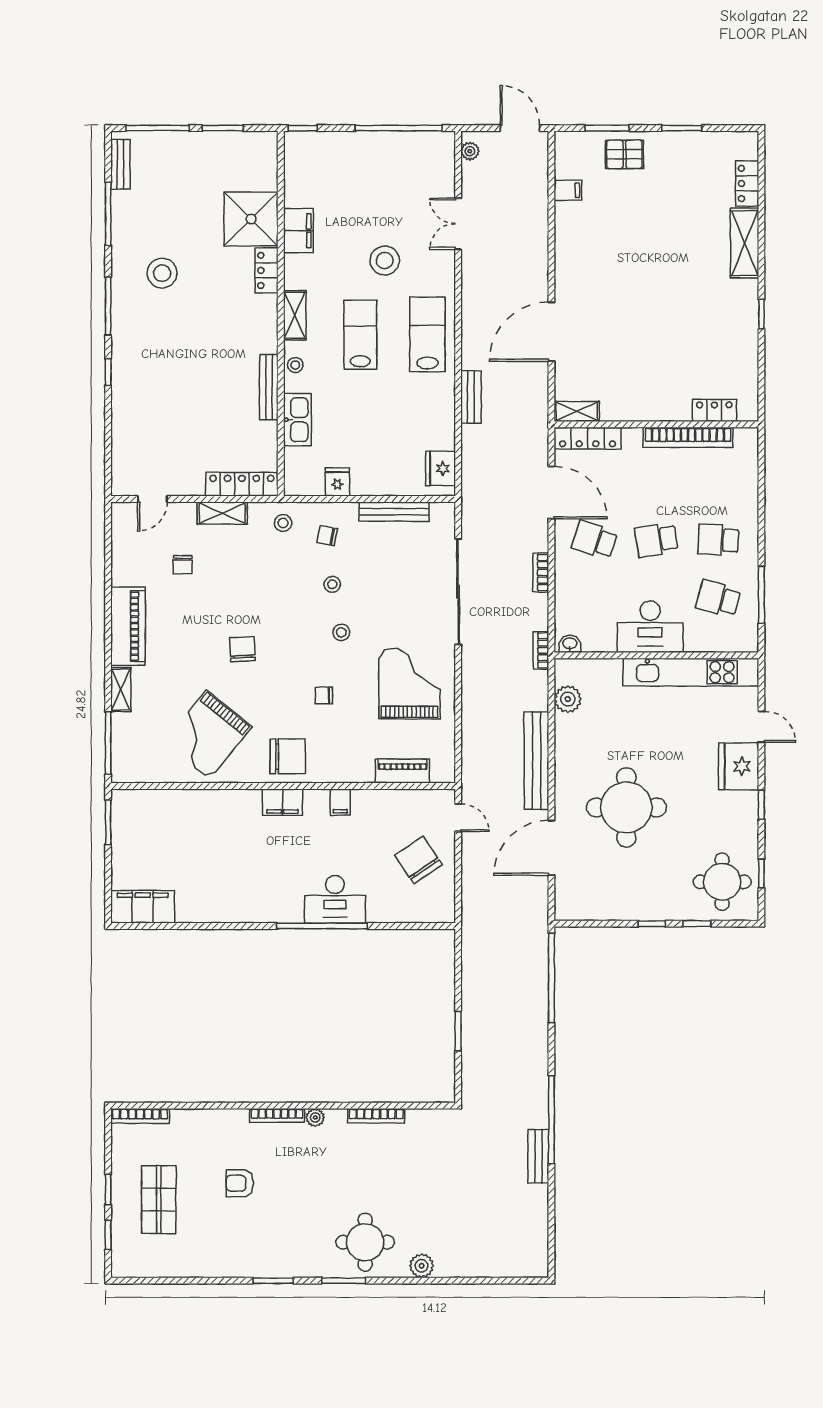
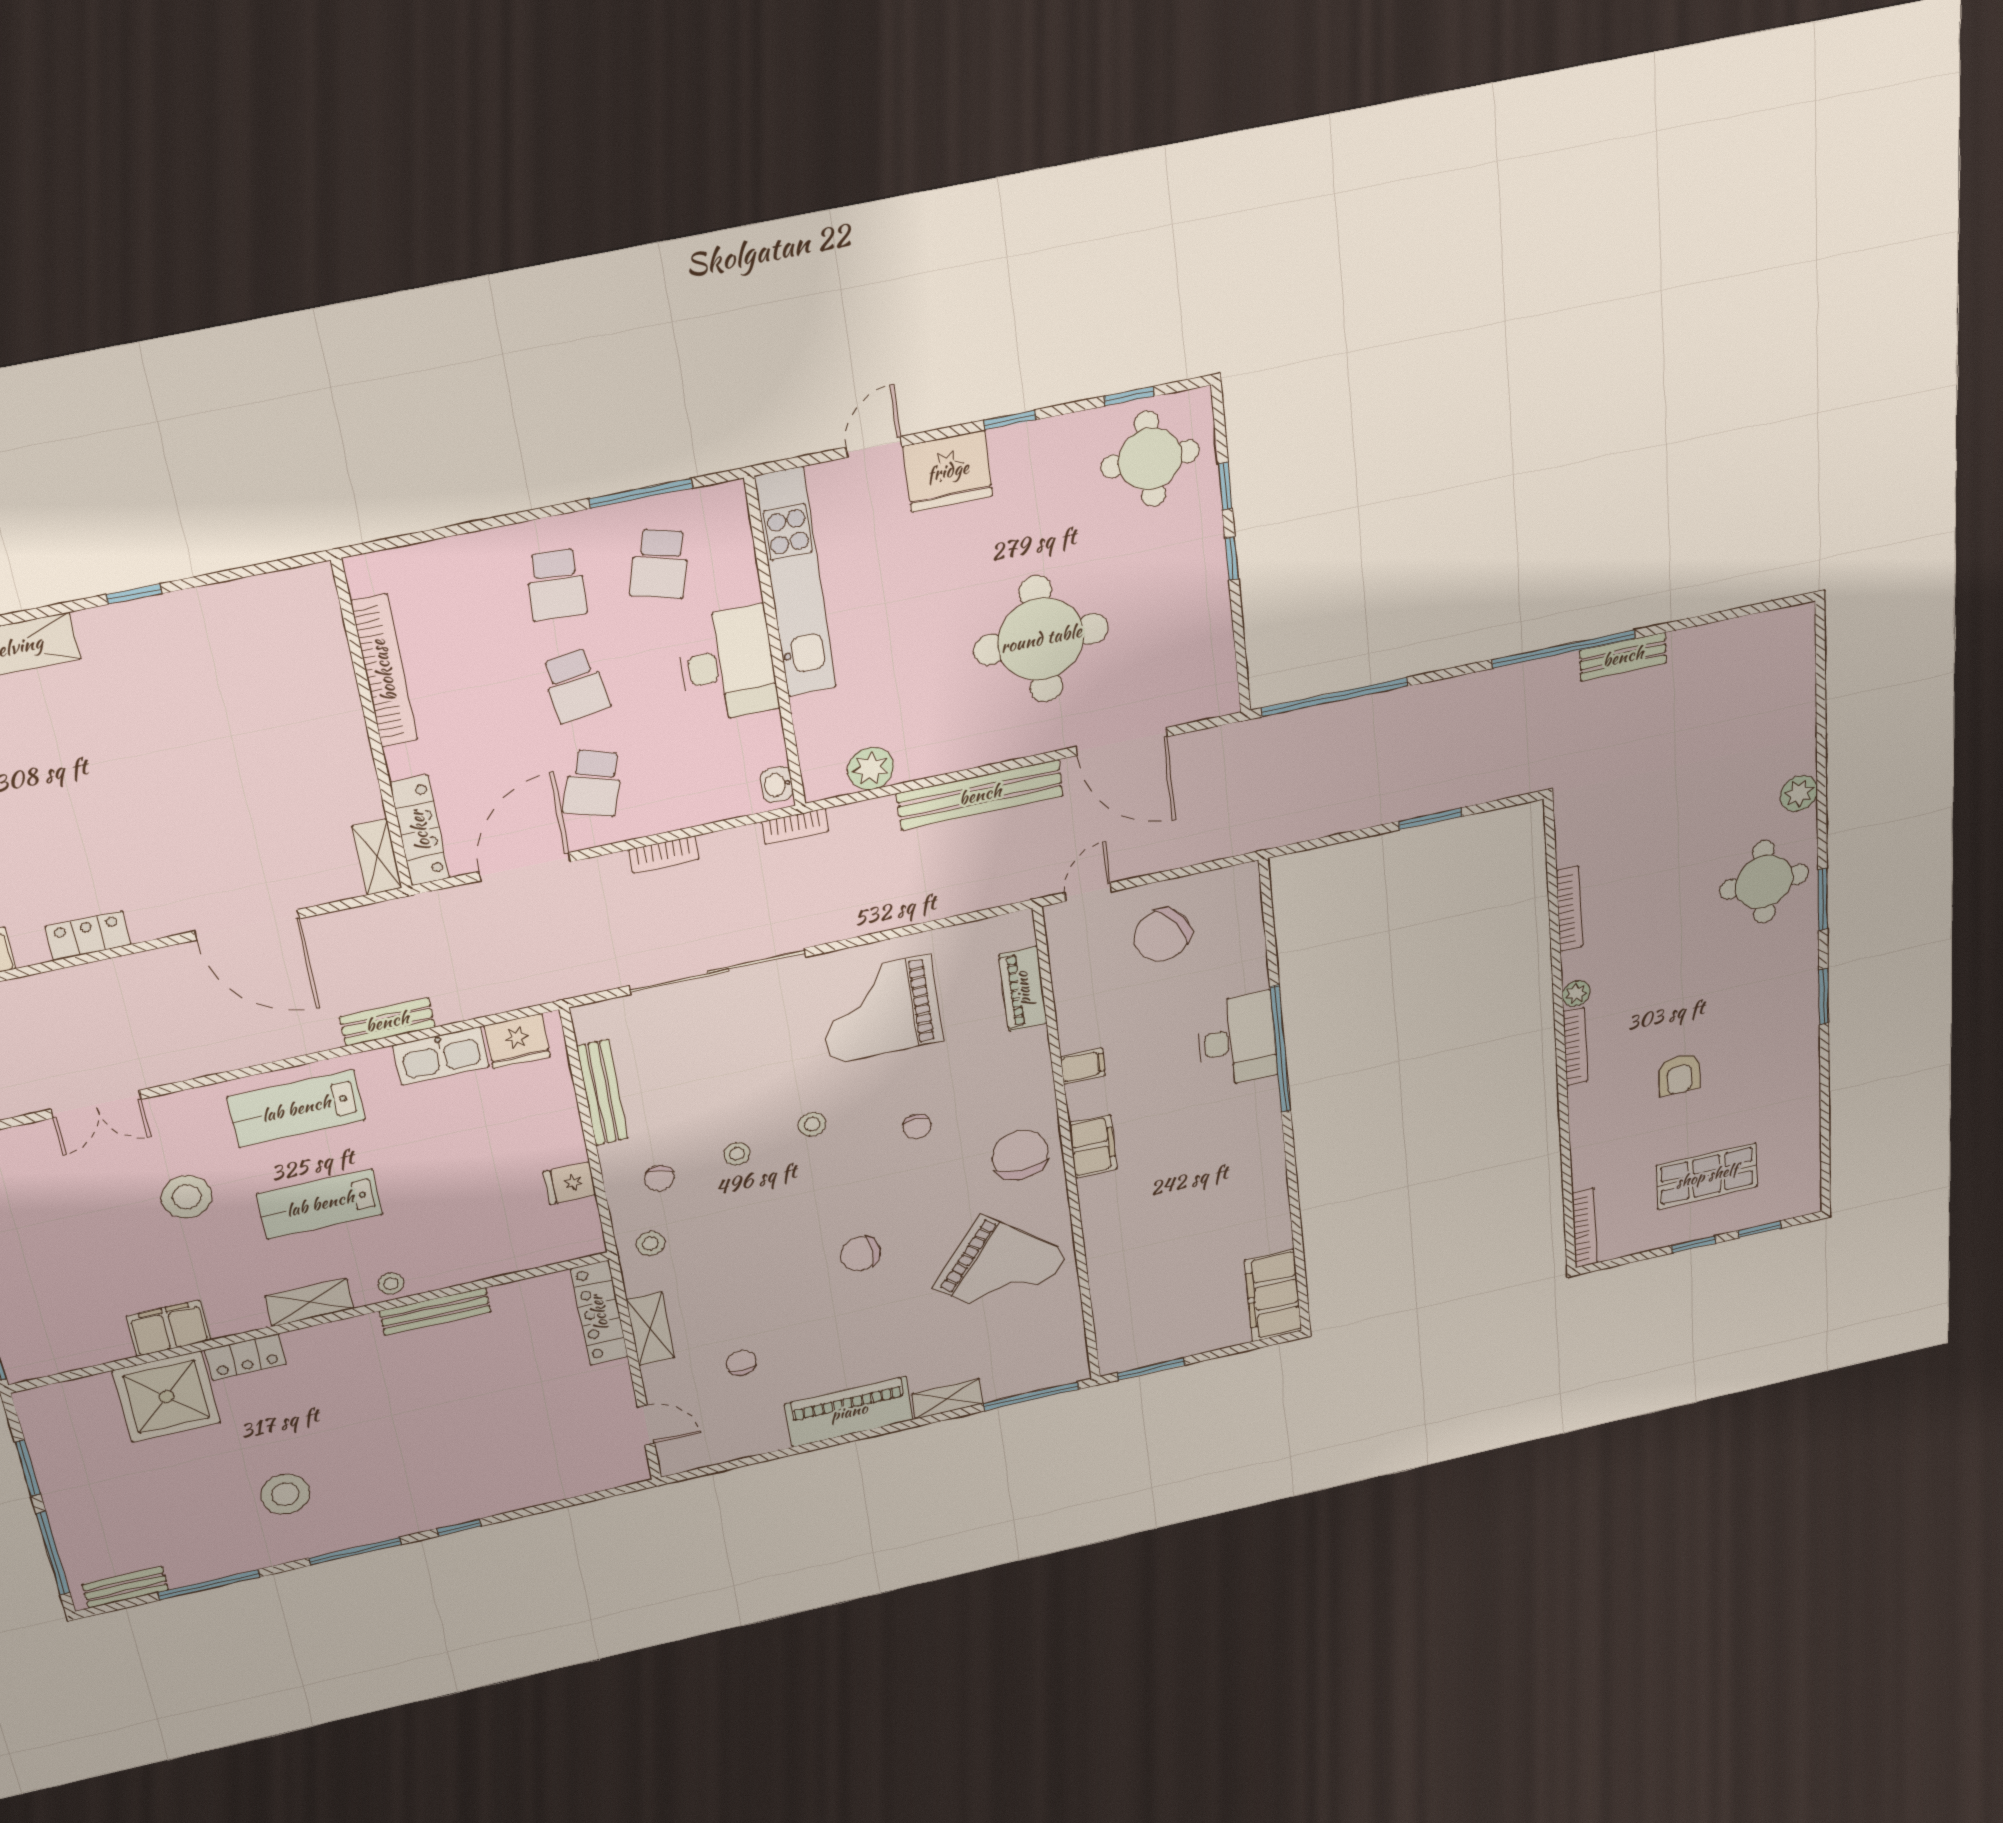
locker: (714, 410) -> (88, 936), moved, turned 90
kitchen sink: (297, 420) -> (441, 1056), moved, turned 180
chair: (183, 565) -> (741, 1363), turned -90

